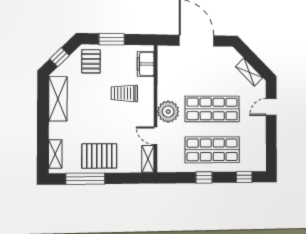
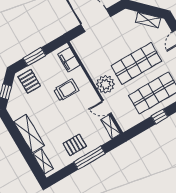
trolley: (124, 93) -> (66, 90), turned 180
shelving: (58, 99) -> (29, 134), moved
pallet: (99, 156) -> (75, 145), width x0.67, depth x0.71
window: (85, 179) -> (89, 158), moved

